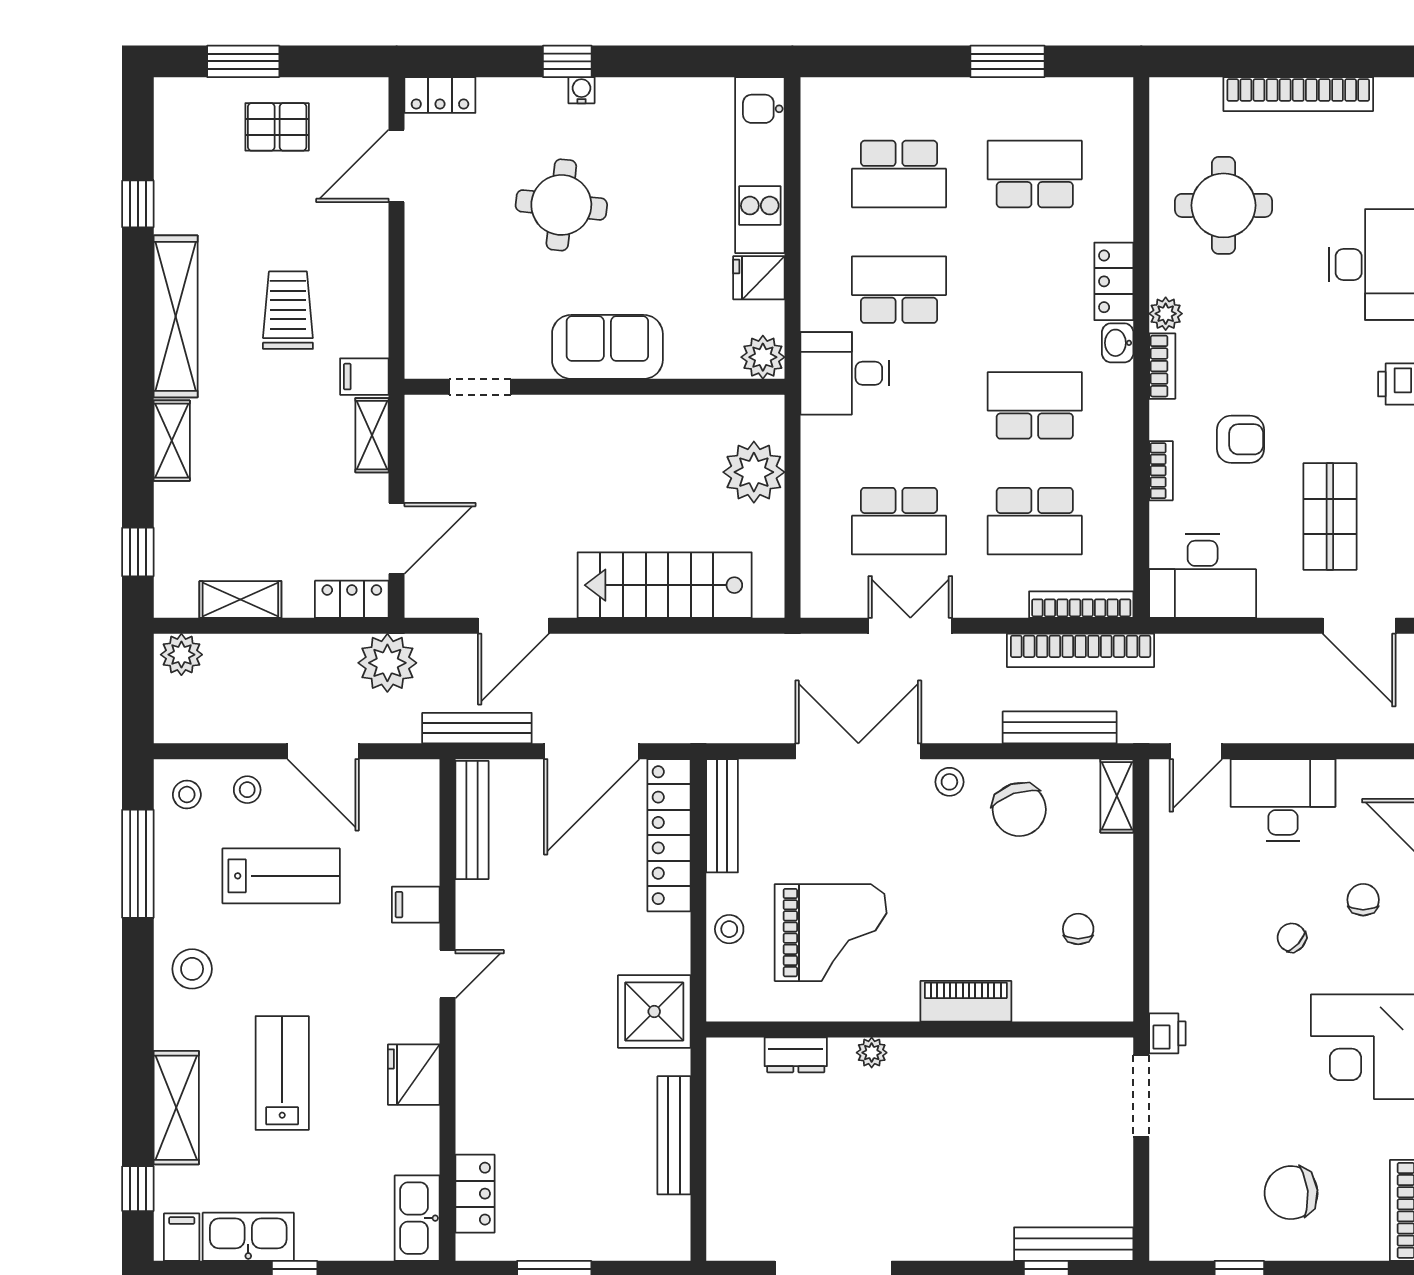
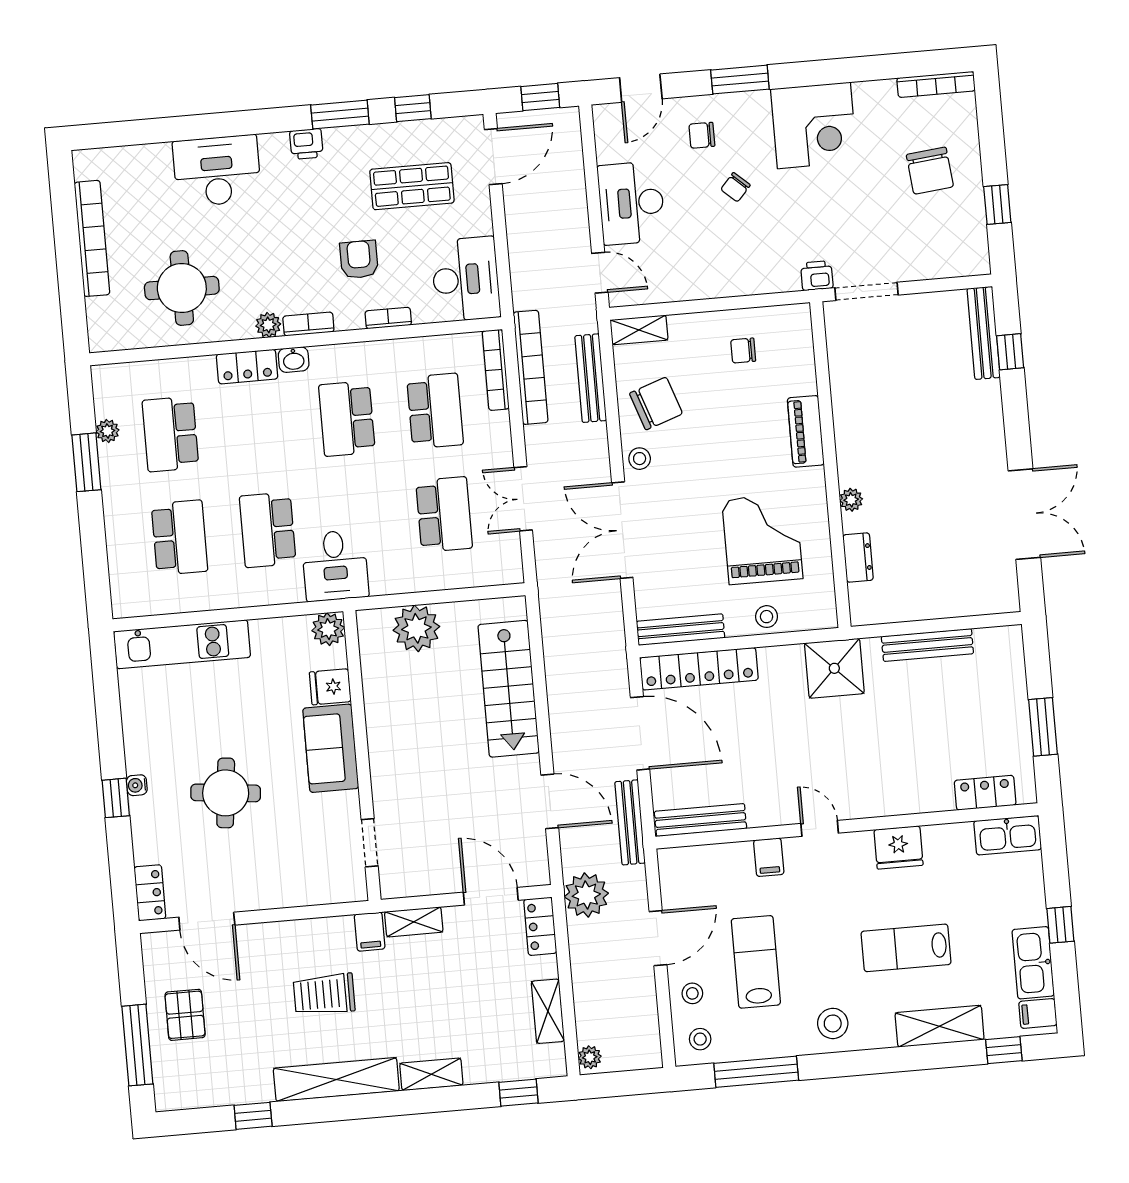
window: (243, 61) -> (137, 1045), width x1.44
plant: (1046, 92) -> (107, 431), added
fridge: (759, 278) -> (330, 687), moved, turned 90
plant: (181, 655) -> (590, 1057), width x0.73, depth x0.73

